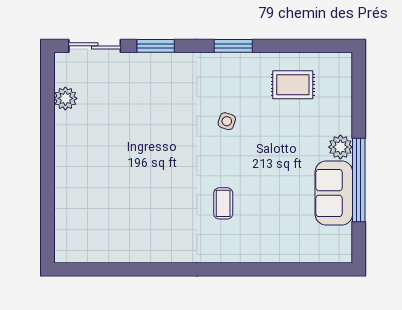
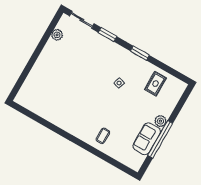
rug: (293, 85) -> (155, 84), turned 90
coffee table: (223, 203) -> (103, 136), moved

